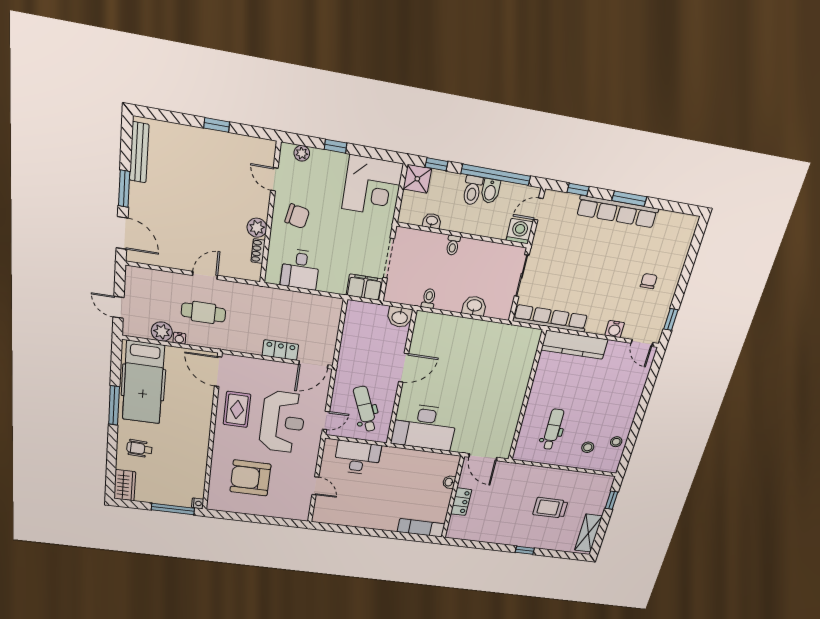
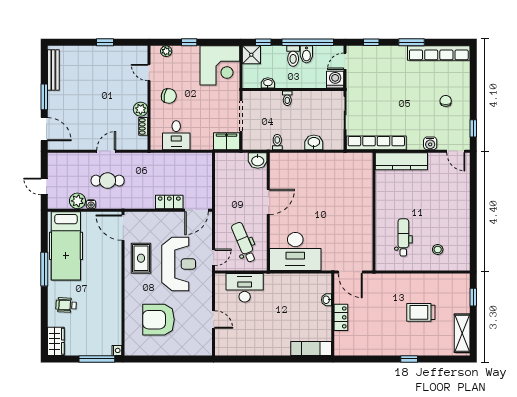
row of seats: (617, 212) -> (439, 53), moved
stool: (616, 442) -> (461, 241), removed

